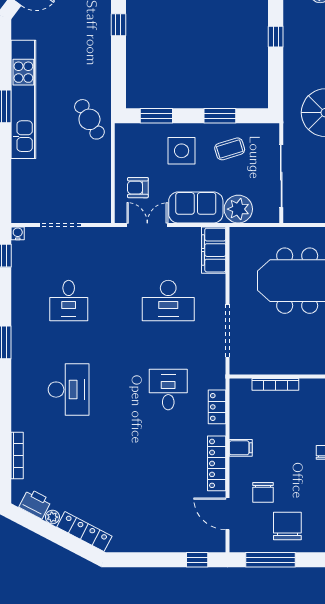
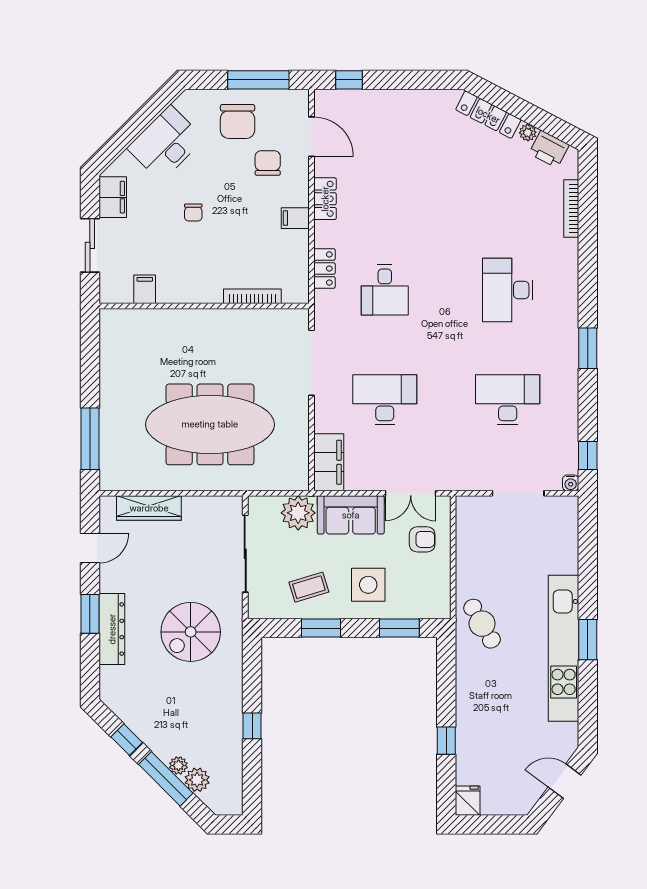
desk: (69, 301) -> (508, 400), width x1.37
locker: (217, 463) -> (325, 199), width x0.66

